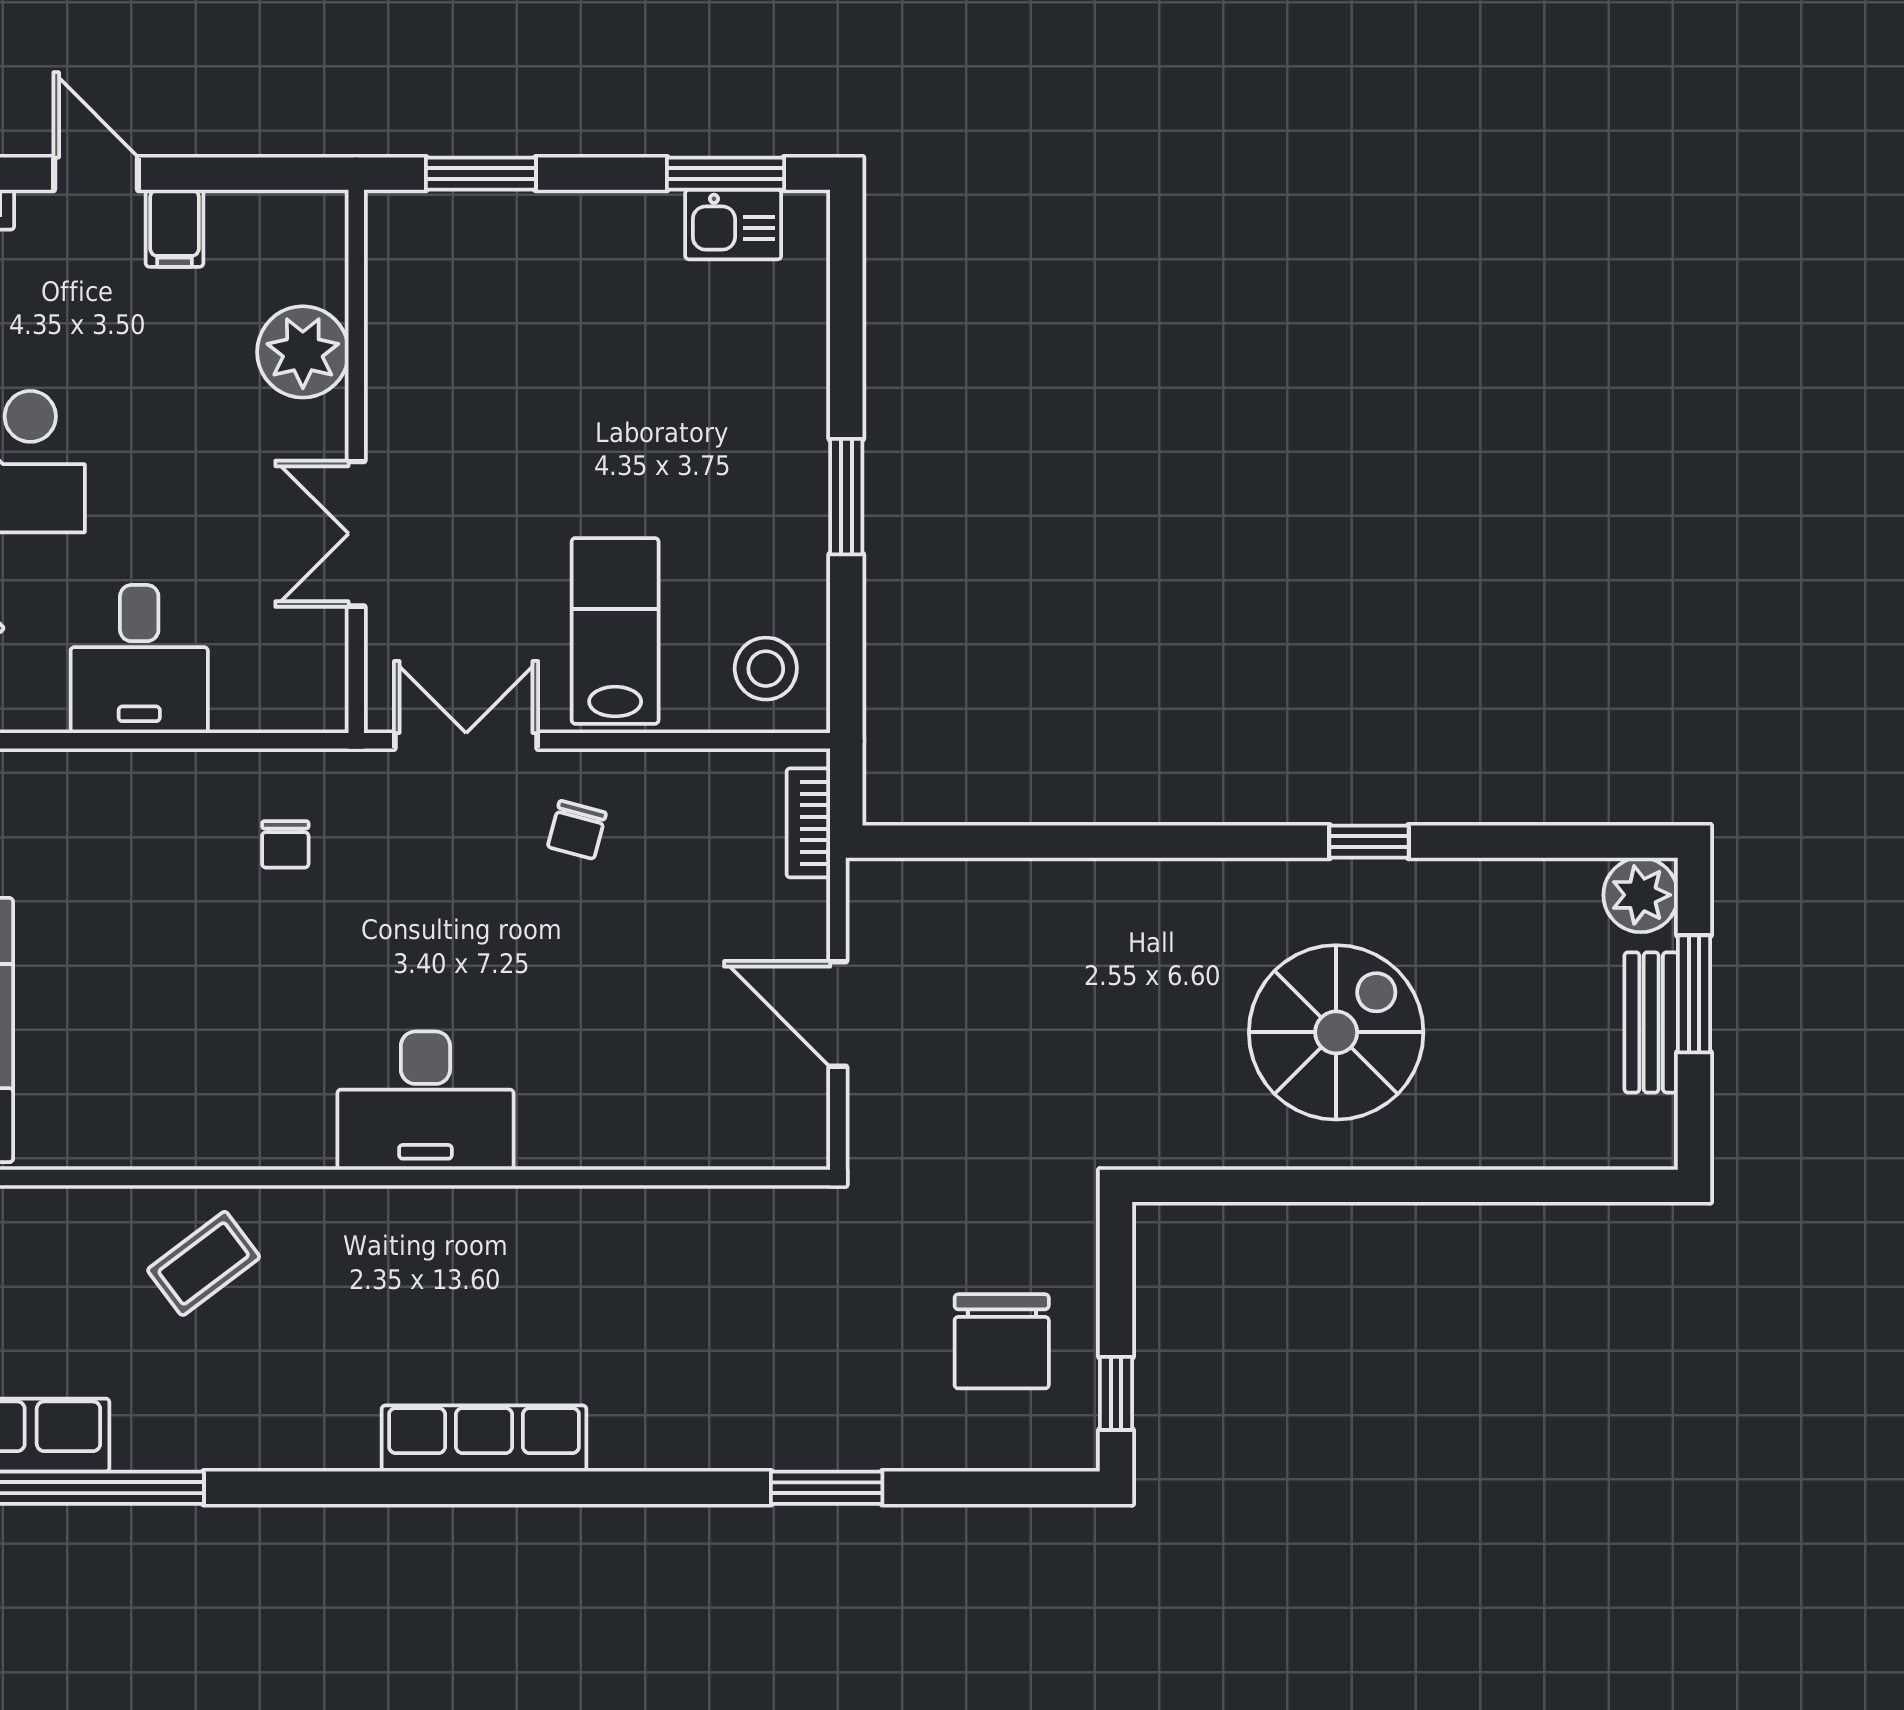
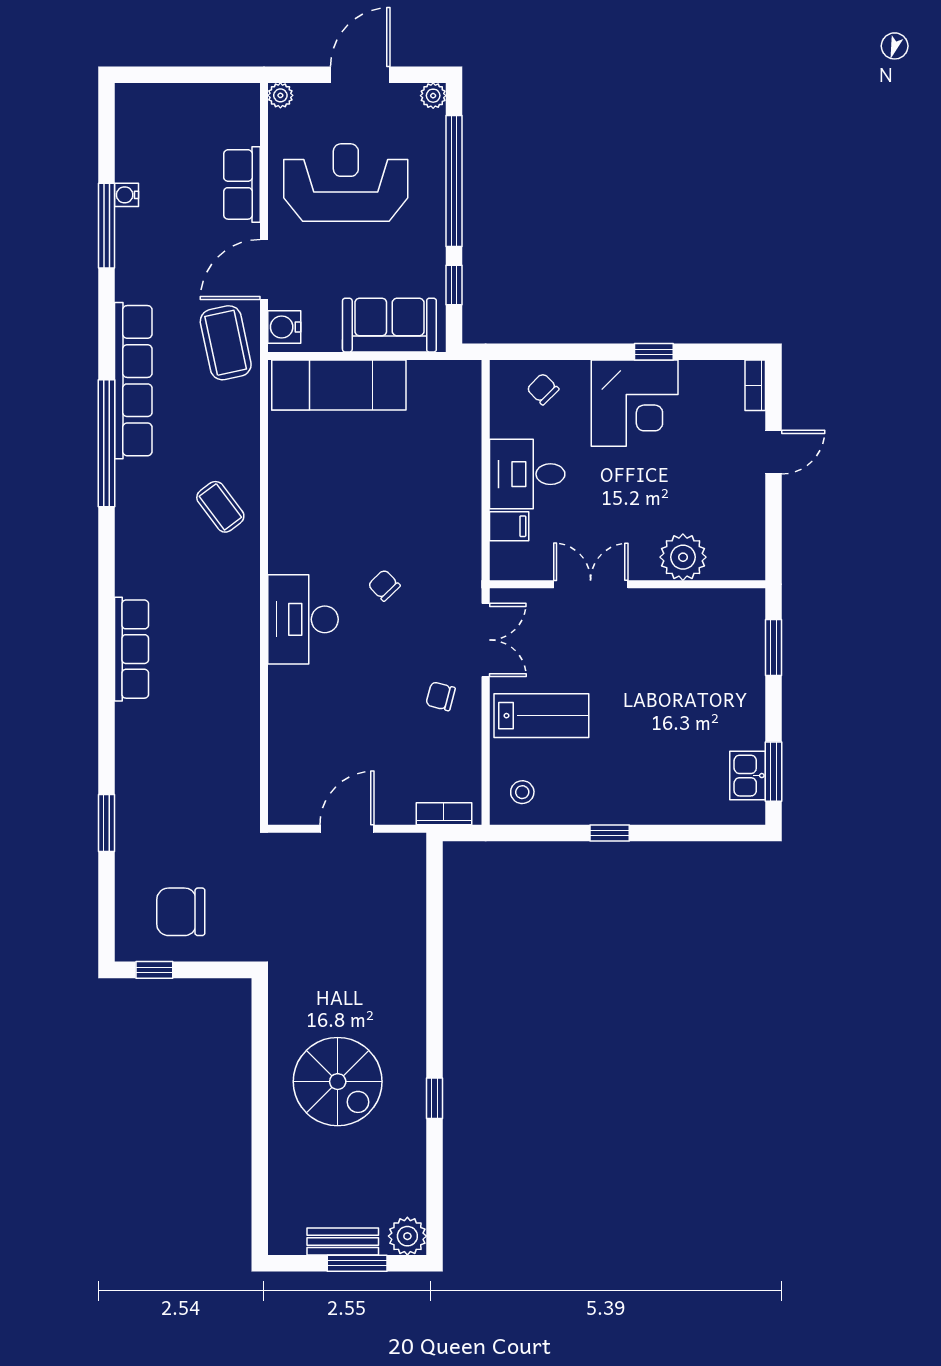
filing cabinet: (174, 228) -> (509, 526), moved, turned 180
window: (846, 497) -> (610, 833), width x0.67
stool: (766, 669) -> (522, 792), width x0.73, depth x0.73
chair: (285, 844) -> (384, 585), moved, turned 46

